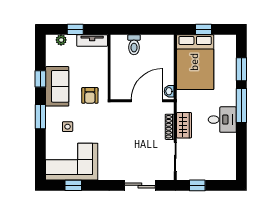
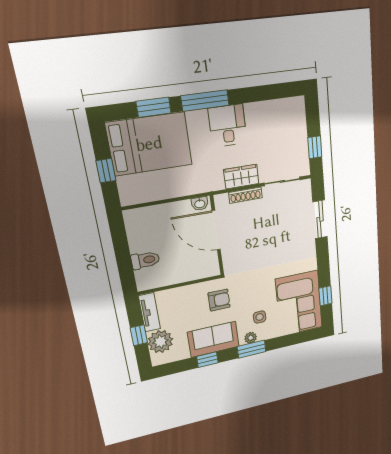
plant: (61, 40) -> (160, 342), width x1.87, depth x1.87
bed: (195, 62) -> (149, 144), moved
plant: (51, 117) -> (251, 338), added

